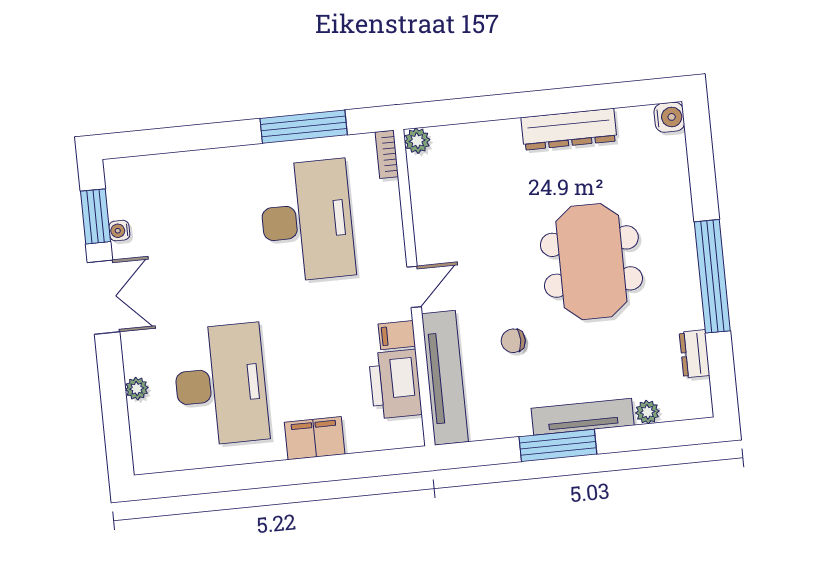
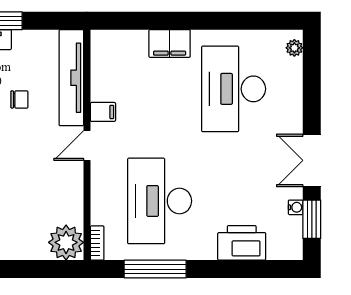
plant: (417, 141) -> (66, 242), width x1.88, depth x1.88
printer: (395, 384) -> (242, 243), moved, turned -90
plant: (137, 389) -> (294, 48), moved

